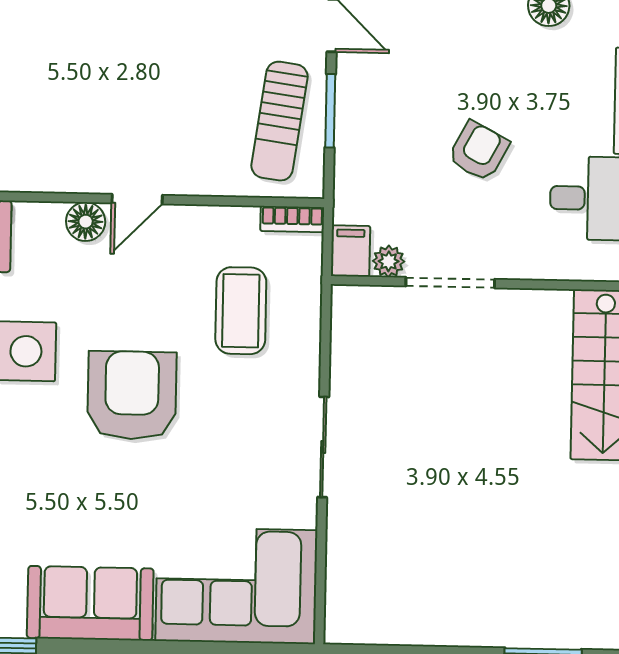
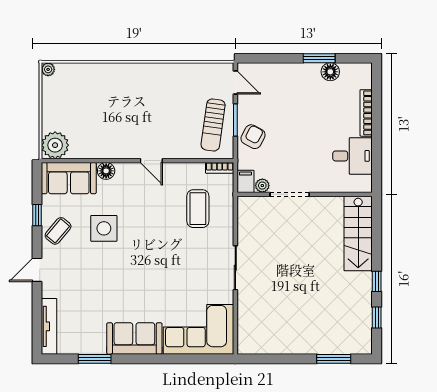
armchair: (479, 151) -> (253, 137), moved
door: (137, 199) -> (151, 161), hinge flipped
floor lamp: (86, 222) -> (106, 171), moved
armchair: (132, 395) -> (151, 247), removed

